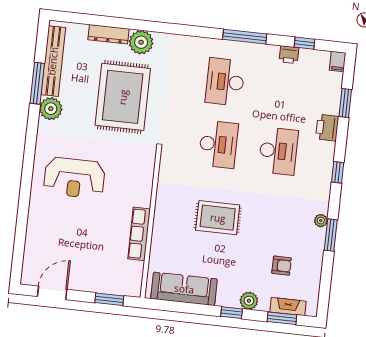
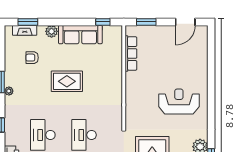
rug: (218, 218) -> (67, 81), moved
row of seats: (139, 234) -> (131, 53), moved
sofa: (184, 289) -> (80, 35), moved
window: (232, 313) -> (103, 22), moved

